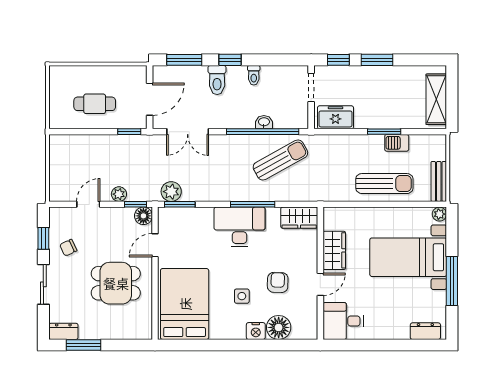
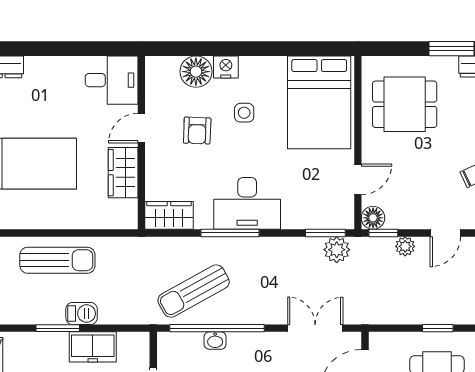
freezer: (335, 117) -> (93, 347), moved
window: (129, 132) -> (438, 328), moved
barbecue: (397, 143) -> (82, 314), moved
sun lounger: (384, 184) -> (57, 260), turned 180
dining table: (116, 283) -> (405, 104), moved

